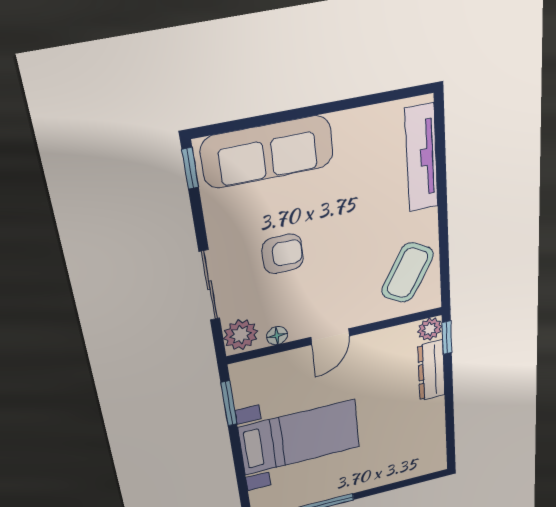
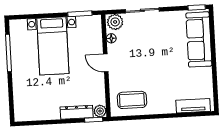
tv unit: (422, 158) -> (193, 106), width x0.71
armchair: (283, 254) -> (152, 43), removed
coffee table: (407, 273) -> (132, 100), turned -30

